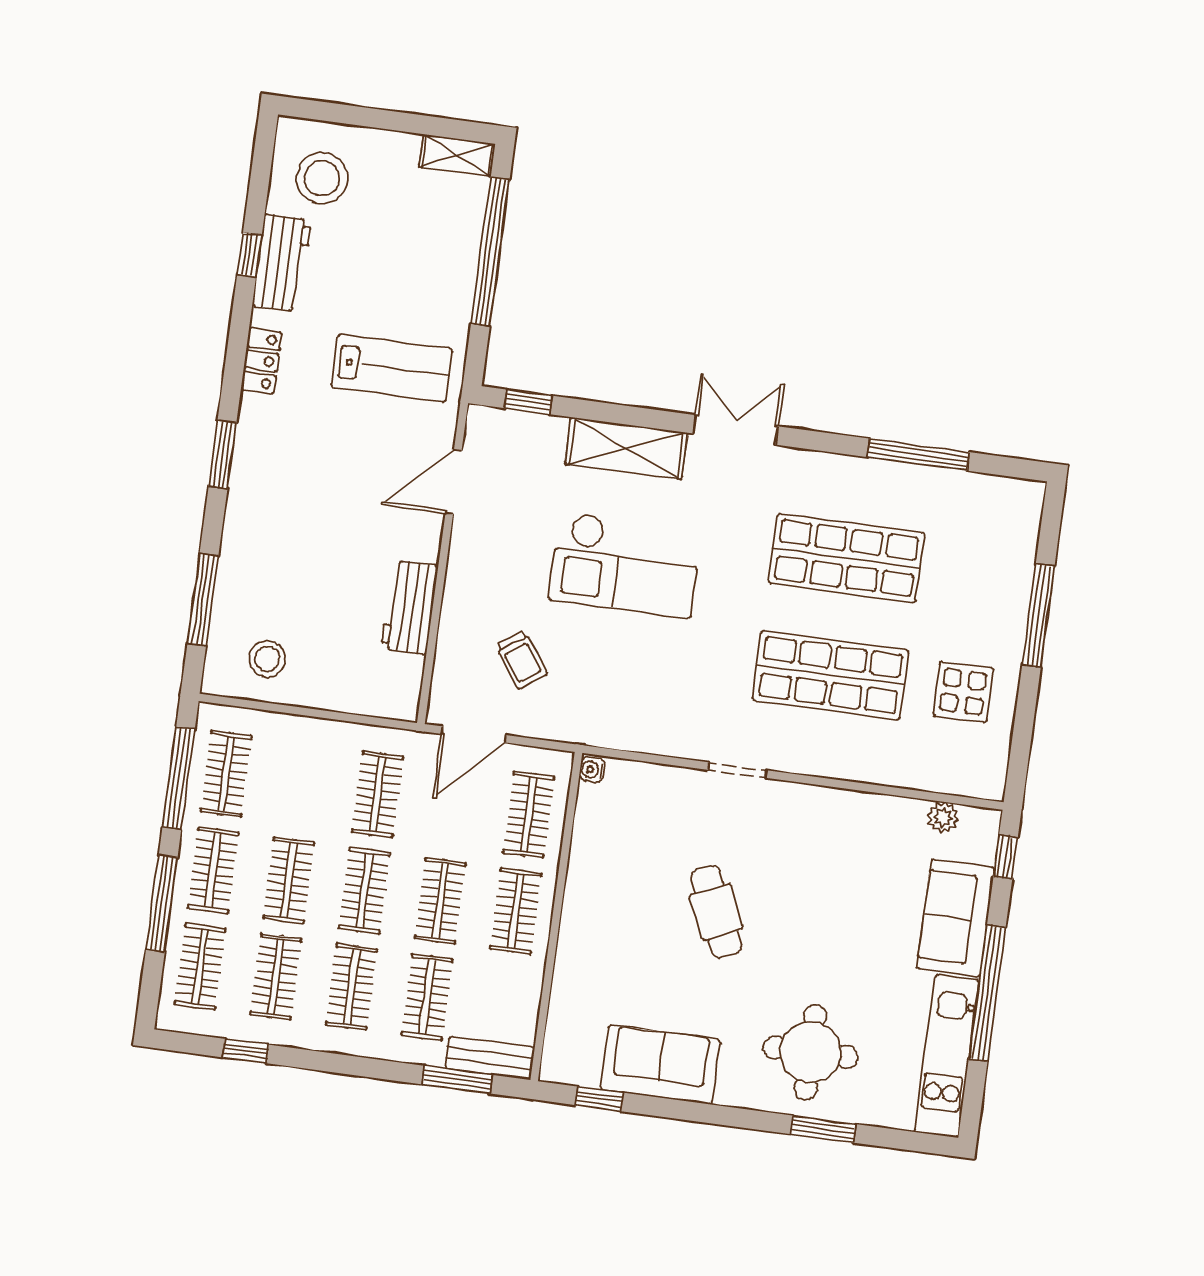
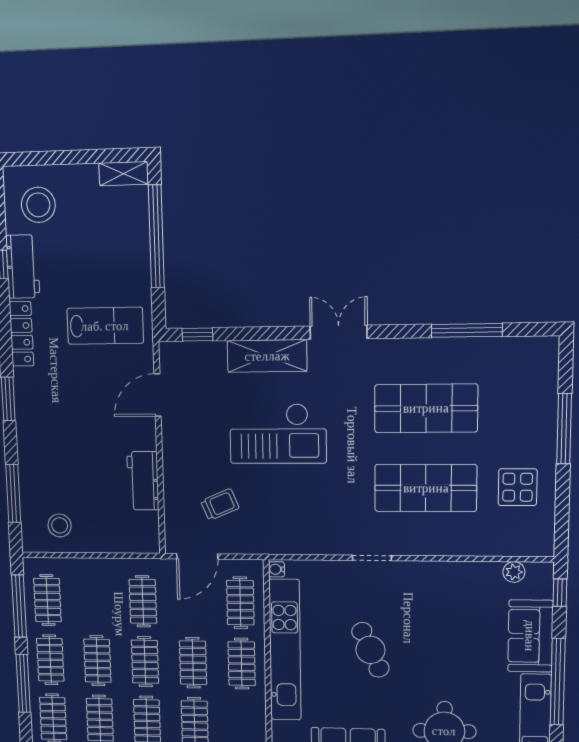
locker: (261, 361) -> (21, 334), width x1.53
trolley: (521, 659) -> (220, 505), turned -78
kitchen unit: (586, 897) -> (285, 650), added

